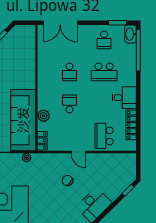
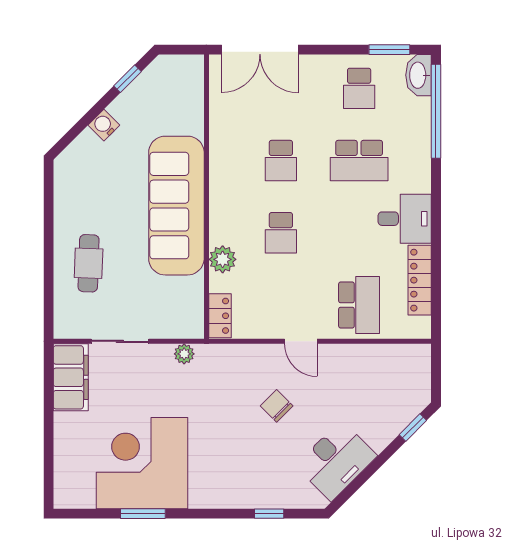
school desk: (69, 104) -> (281, 233), turned 180
sofa: (23, 120) -> (176, 206), moved
school desk: (104, 136) -> (359, 305), turned 180

